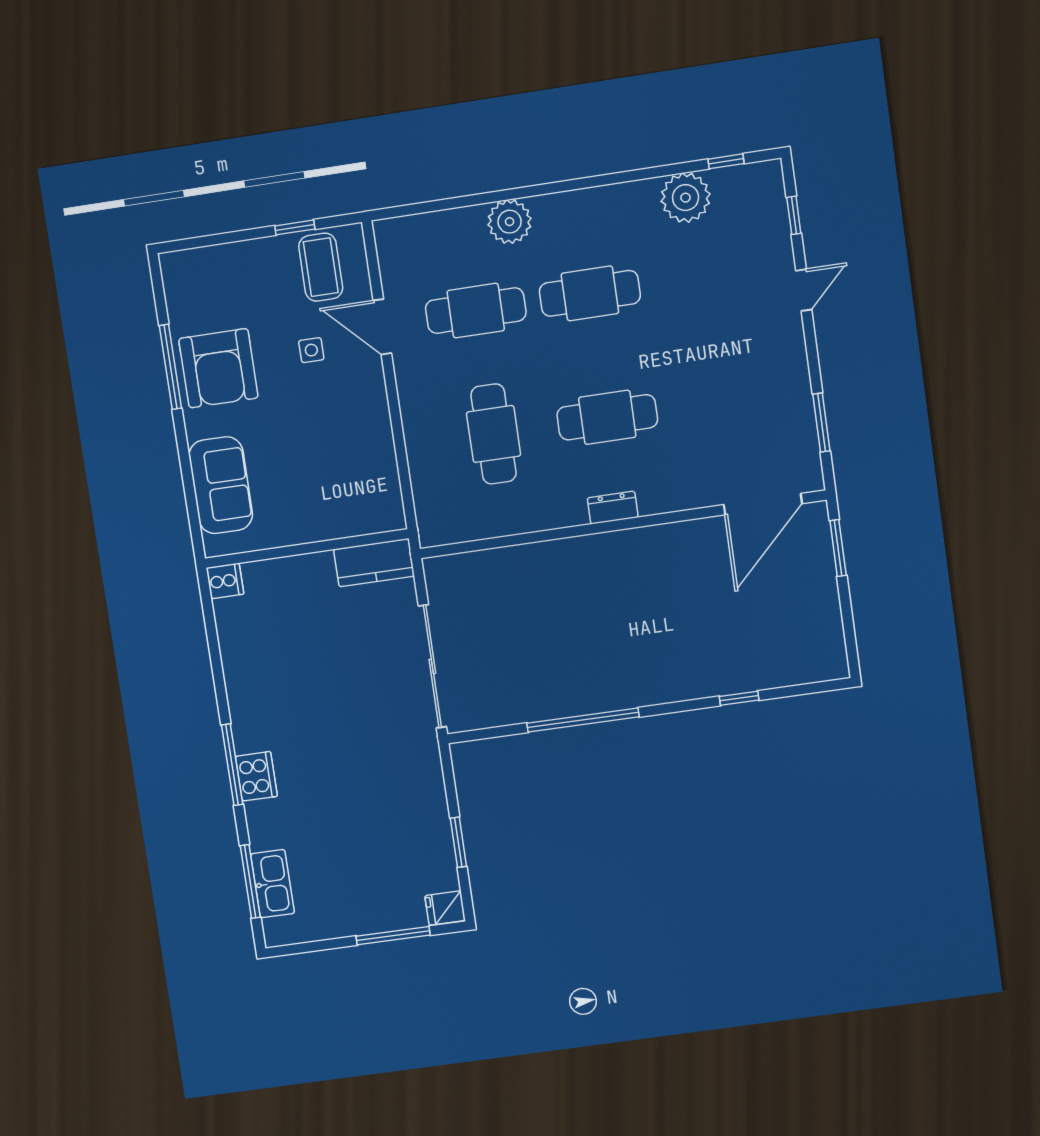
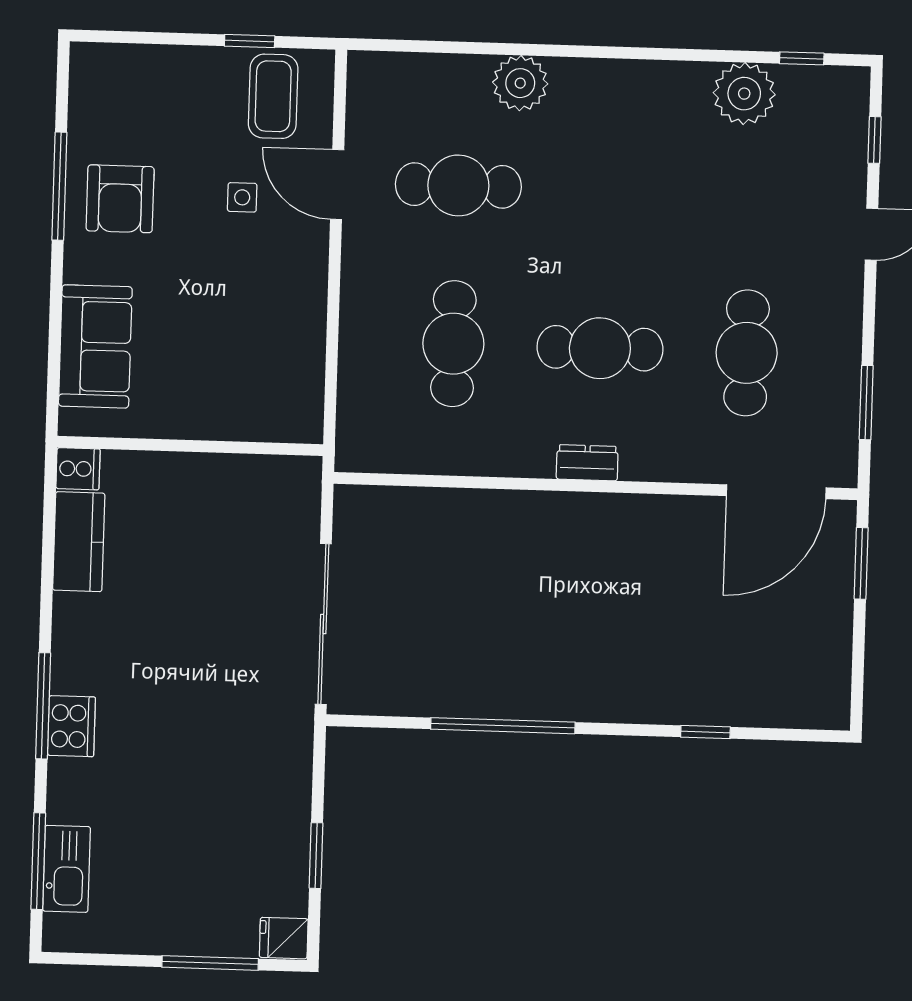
cafe table: (590, 293) -> (747, 353), moved, turned 90
armchair: (218, 368) -> (120, 199), width x0.73, depth x0.73
kitchen counter: (374, 563) -> (79, 542), moved, turned -90

